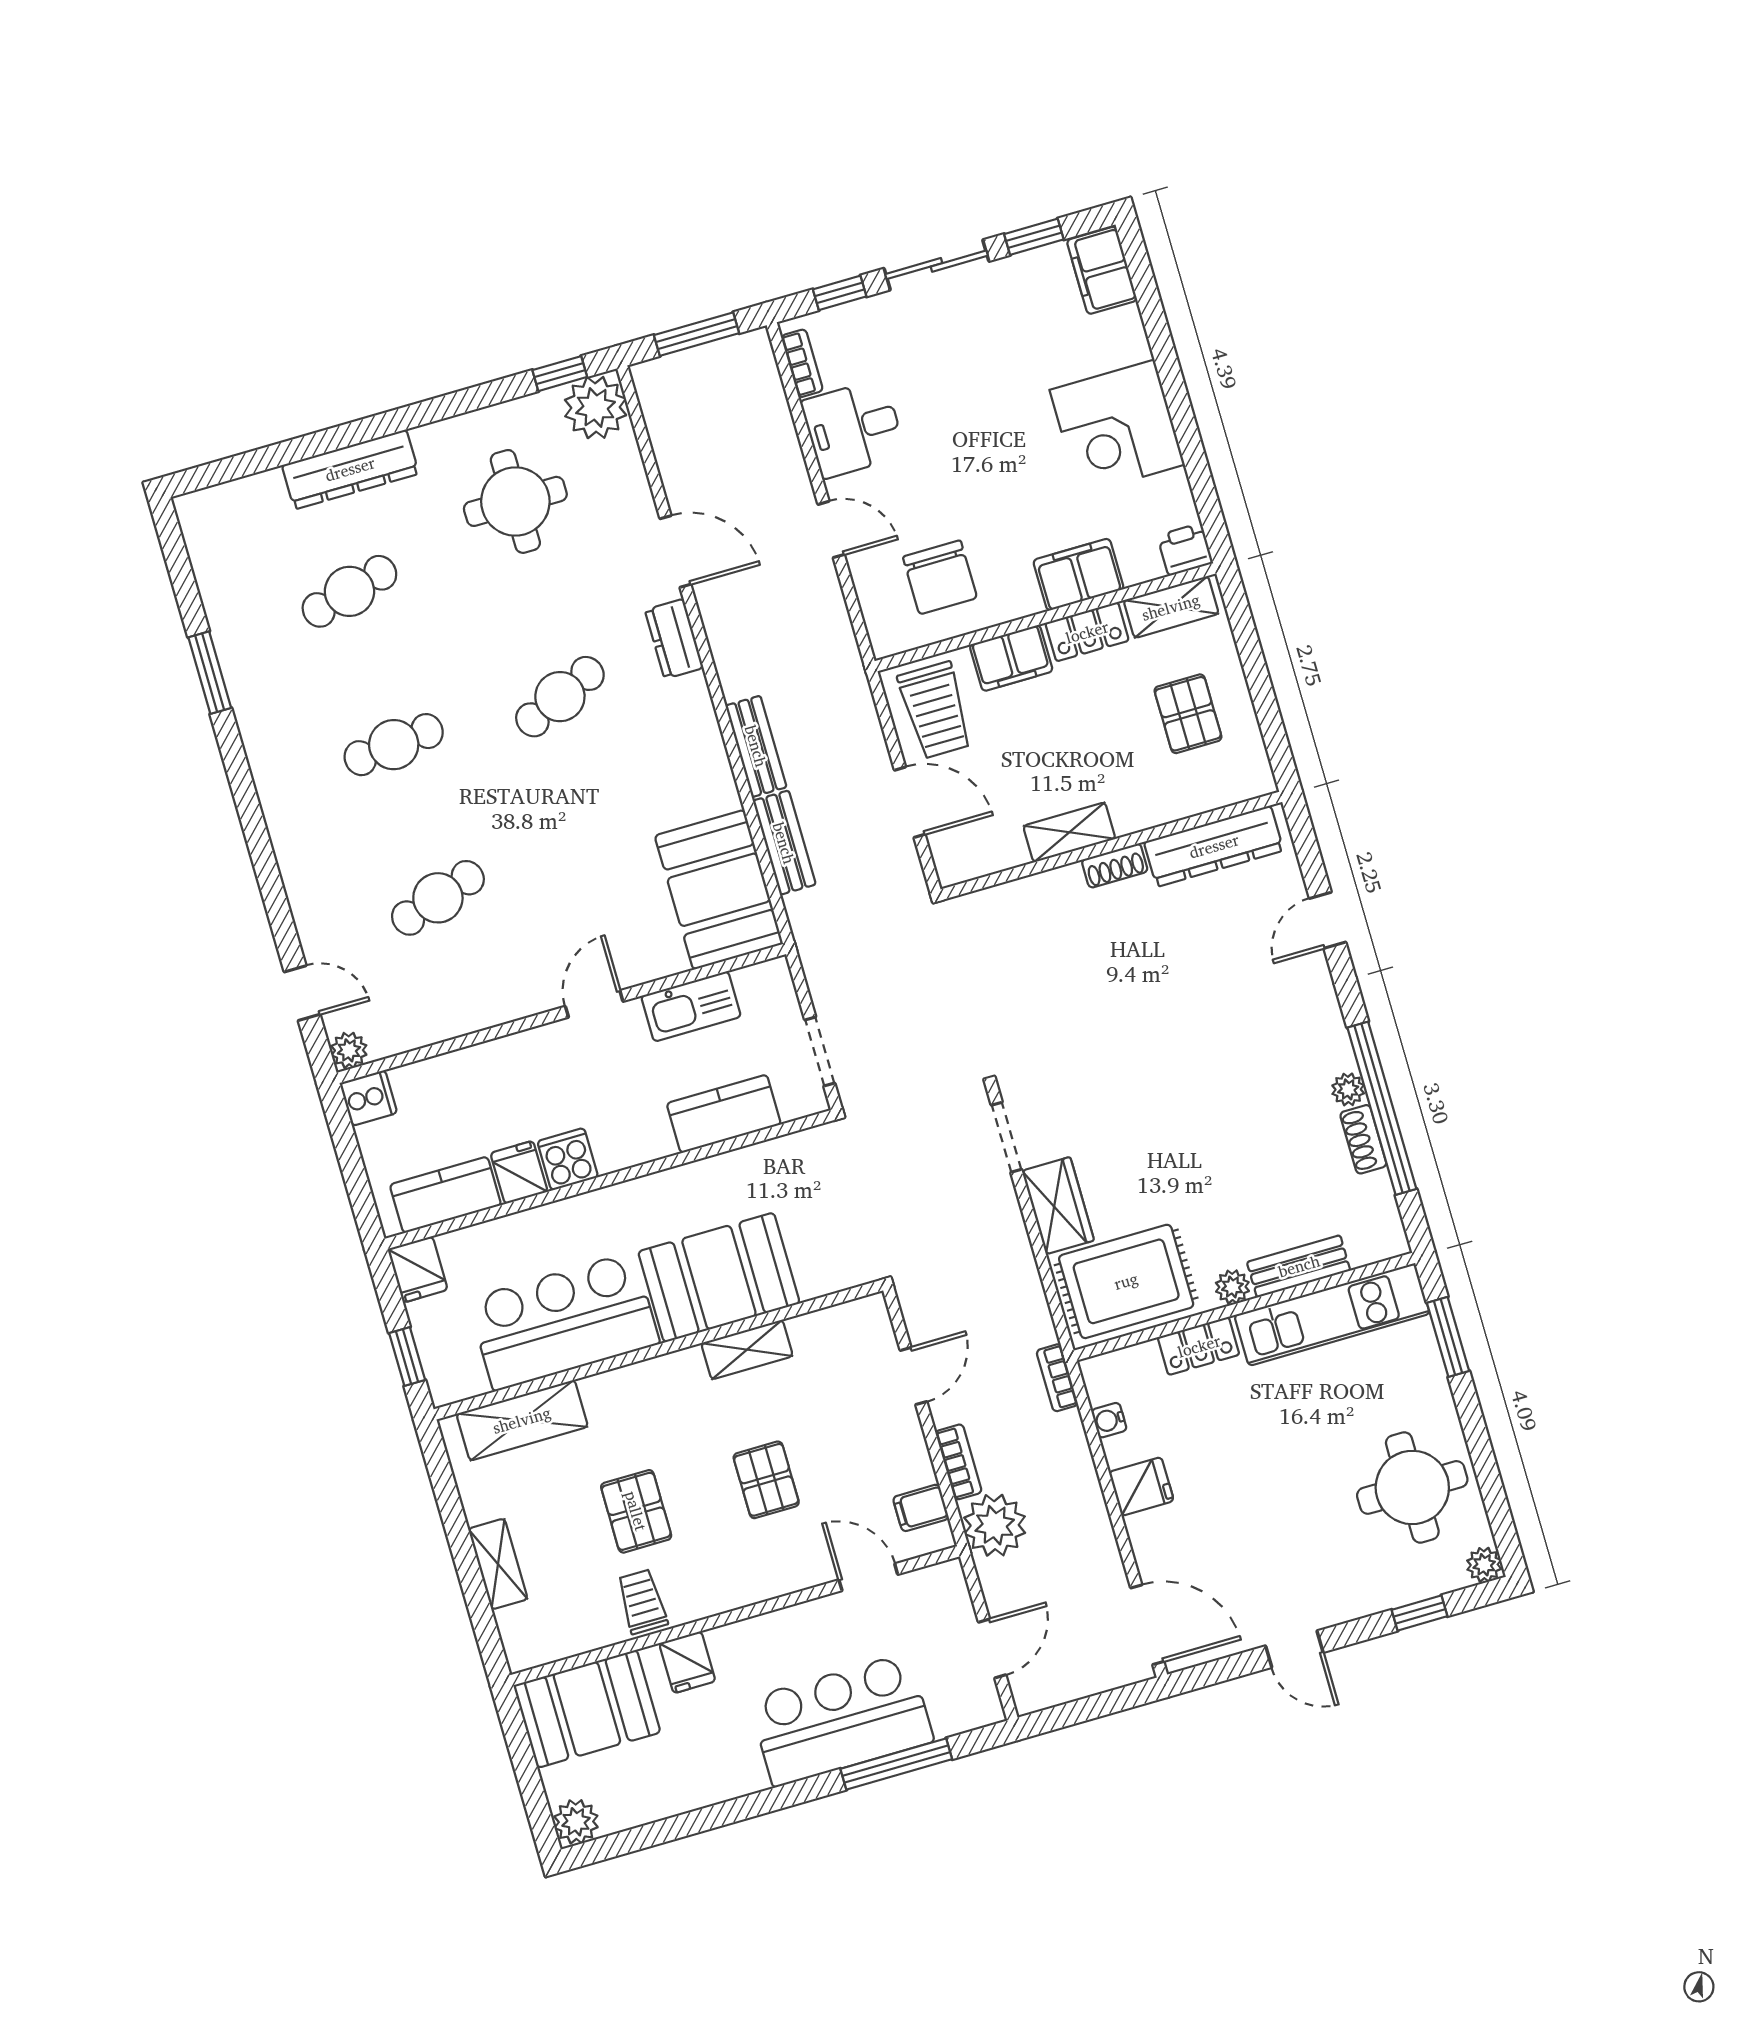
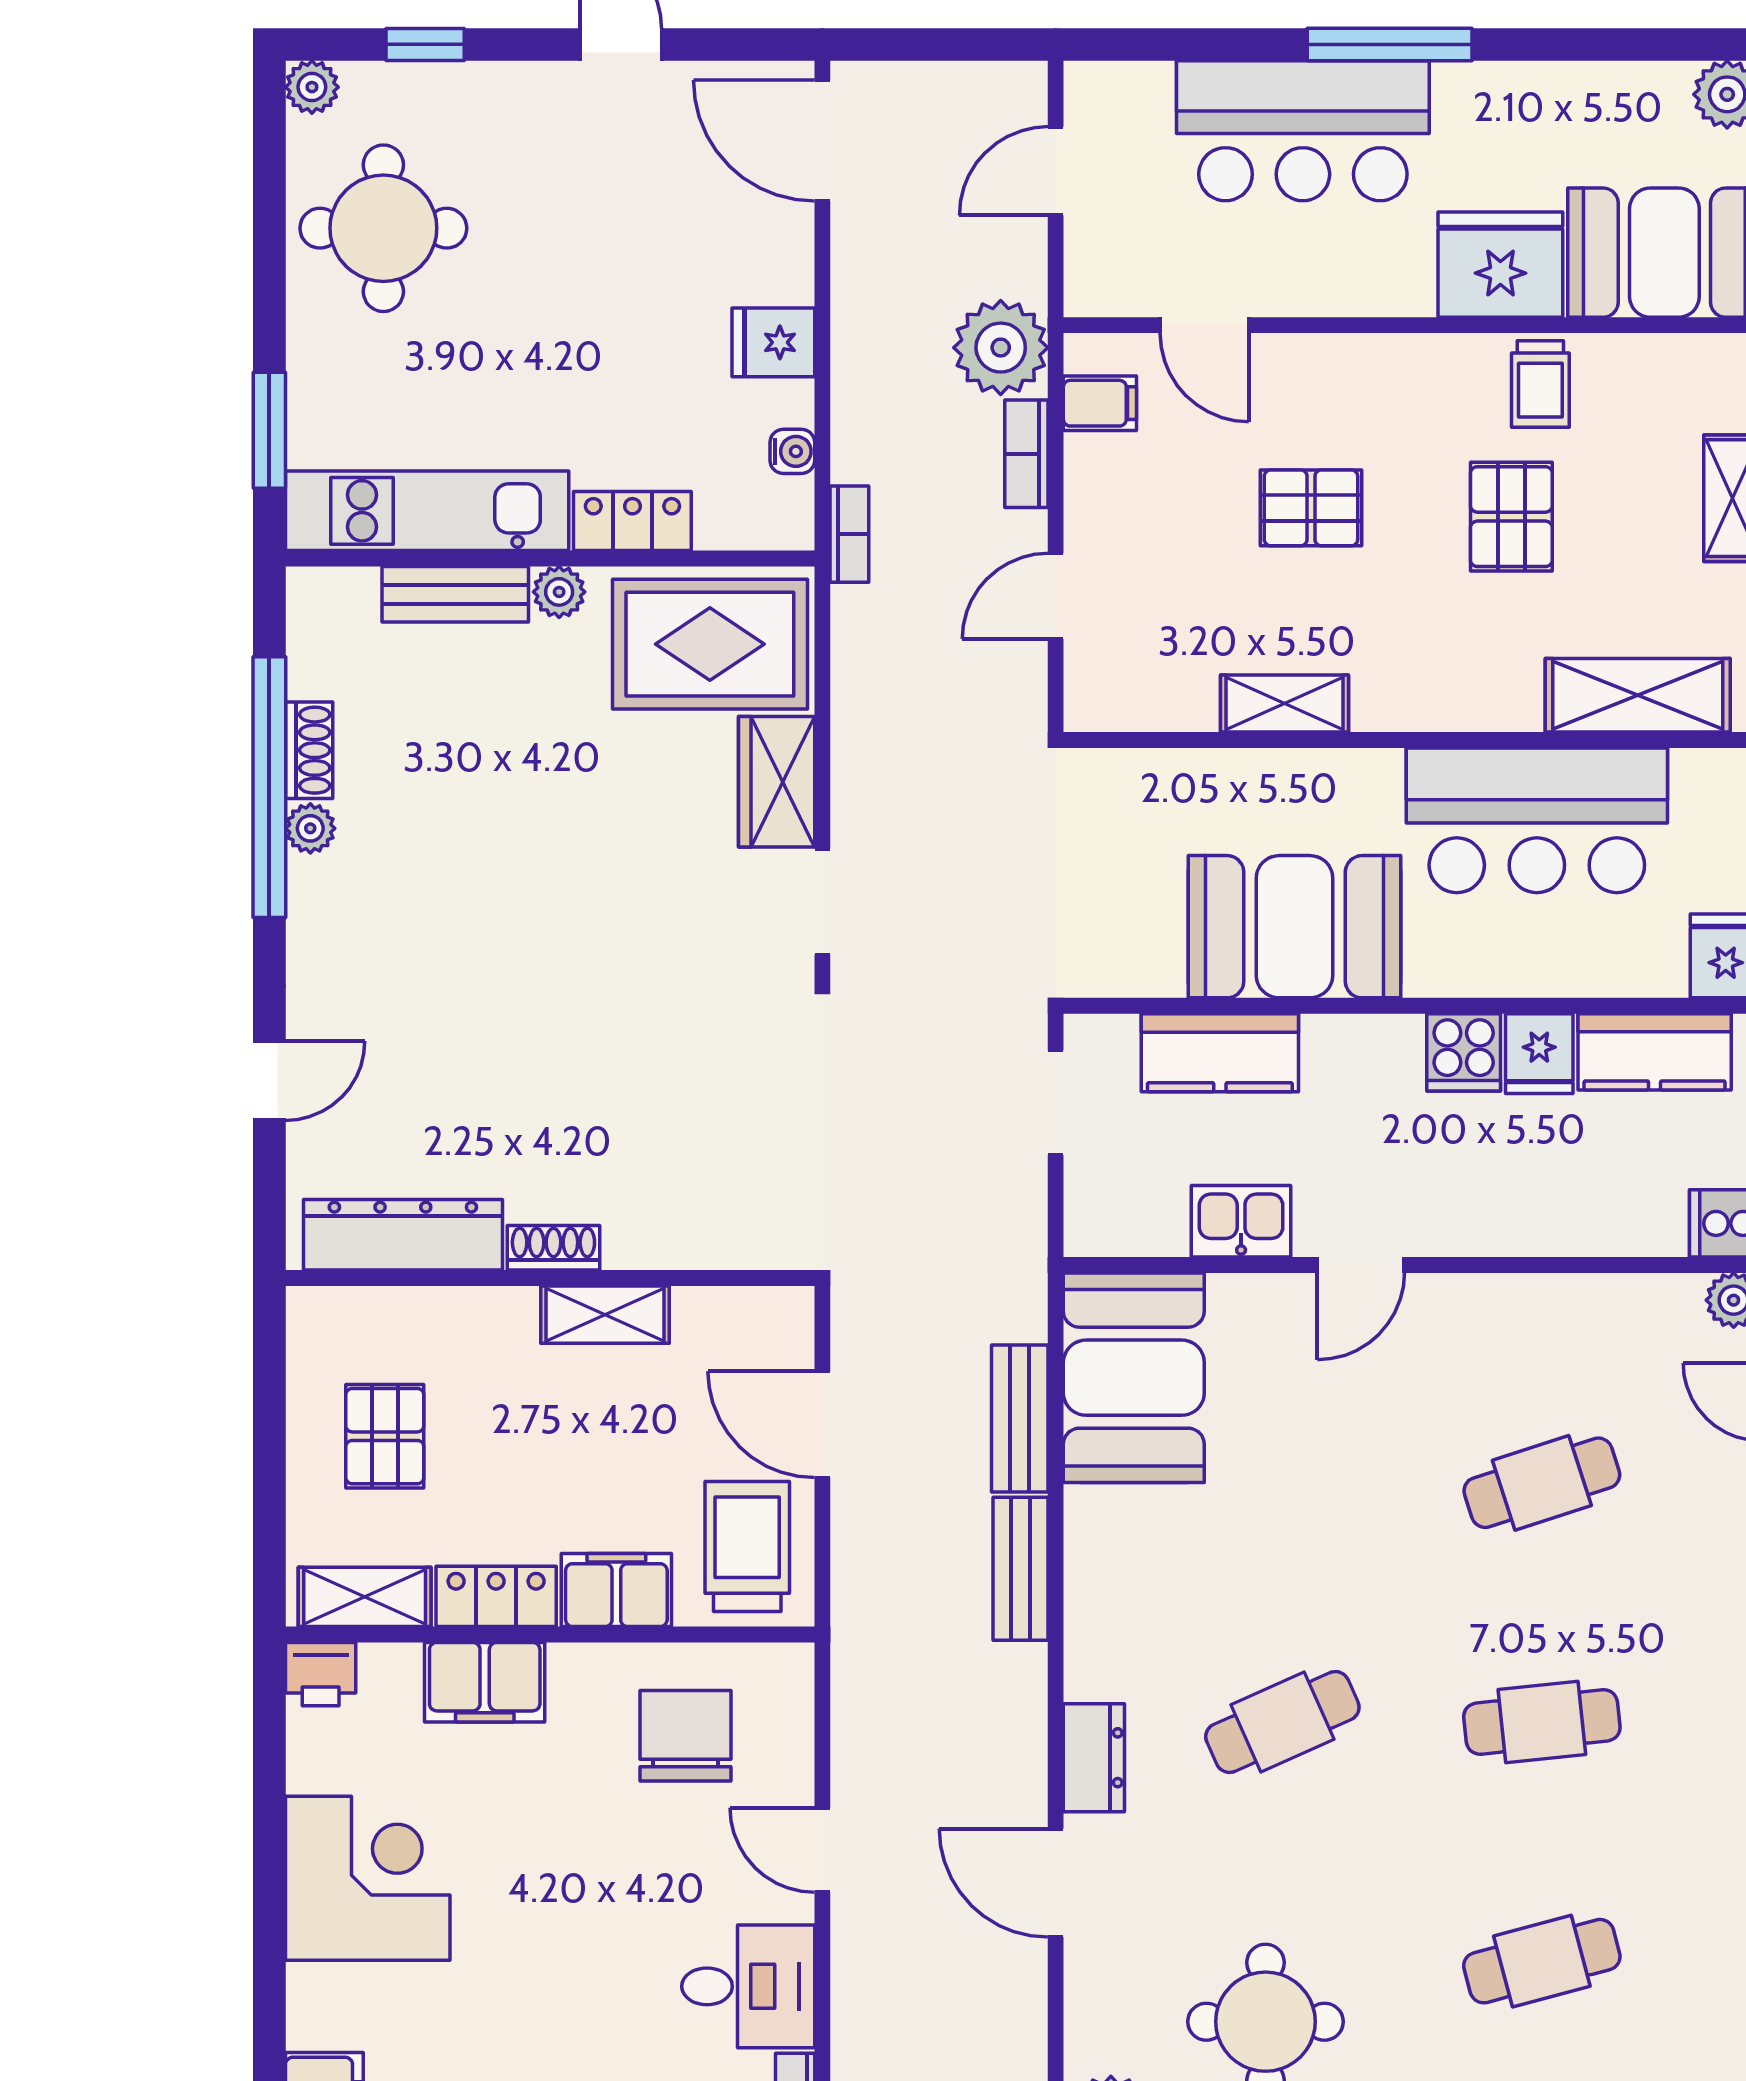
kitchen sink: (691, 1006) -> (1241, 1221), width x0.73
booth: (719, 1278) -> (1295, 927), moved
pallet: (766, 1480) -> (1311, 508), turned 90
fridge: (687, 1662) -> (1500, 265), width x1.88, depth x1.34
window: (896, 1764) -> (1390, 44), moved

